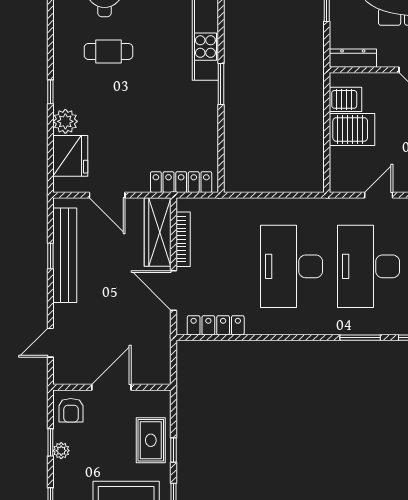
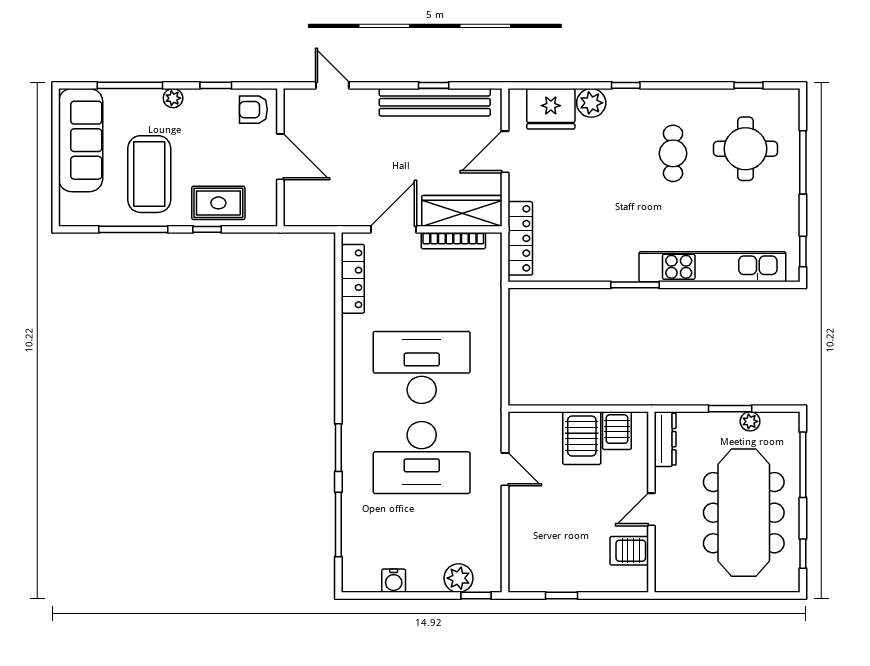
desk: (368, 266) -> (422, 457), turned 180
plant: (61, 451) -> (173, 98), moved

